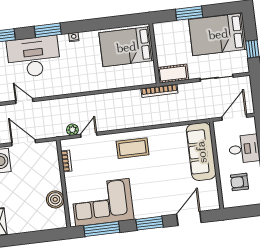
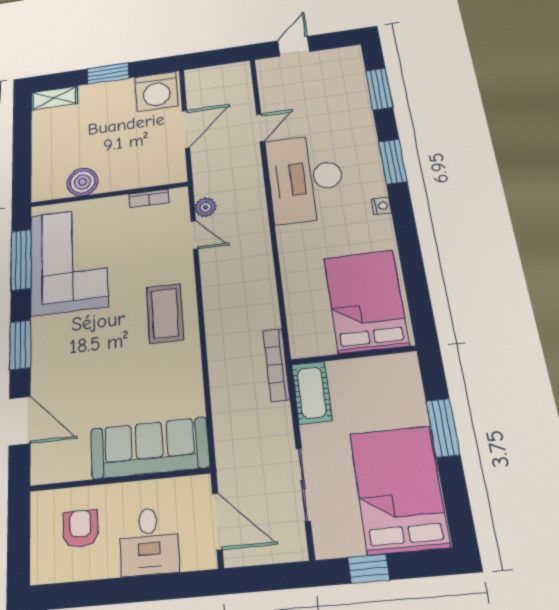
desk: (34, 57) -> (305, 178), moved, turned 180

